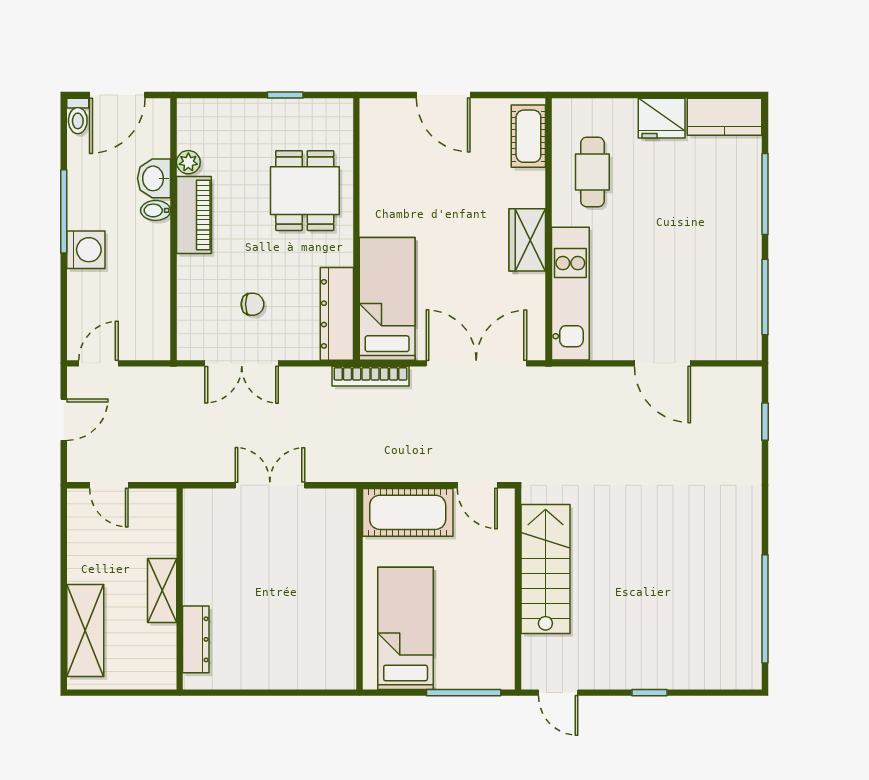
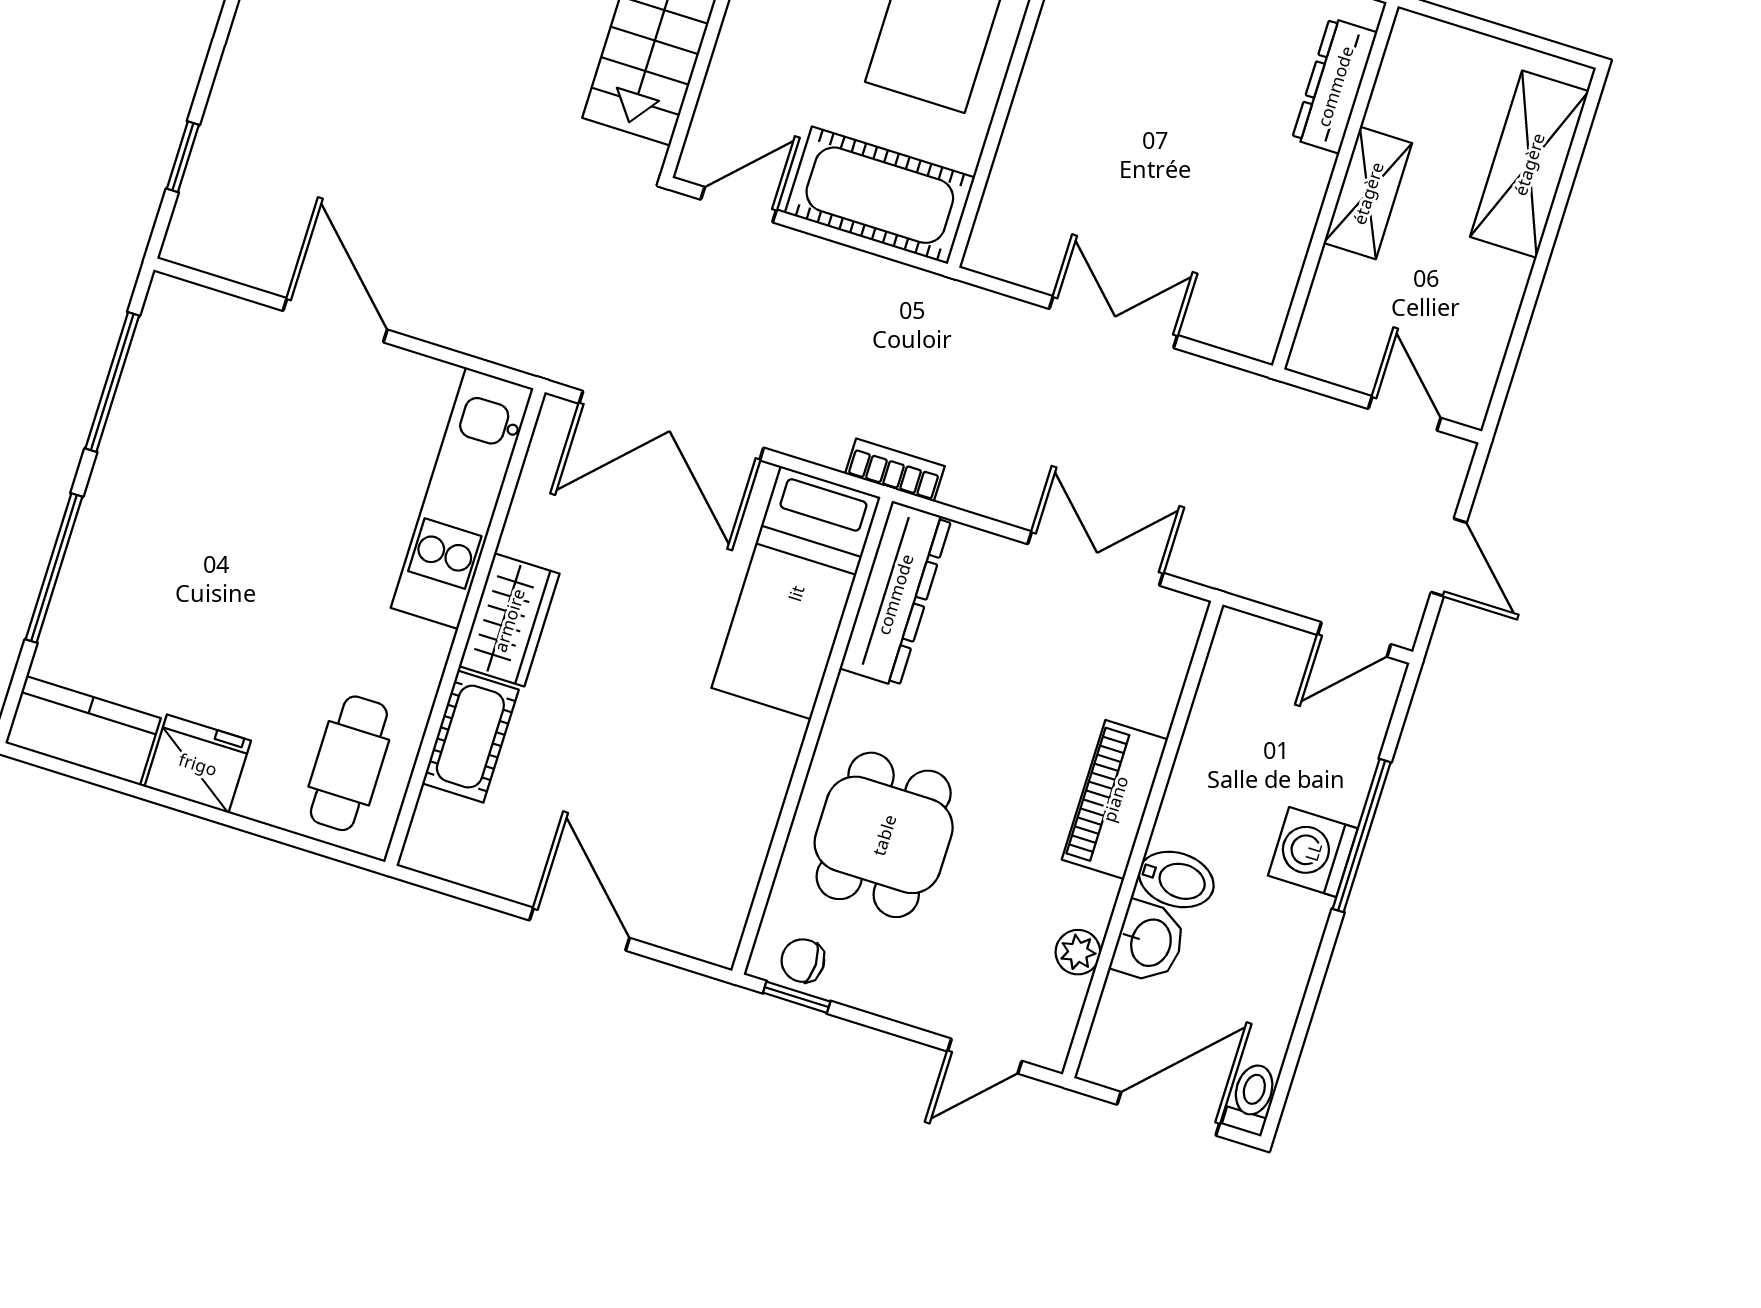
door: (219, 95) -> (985, 1056), added
window: (285, 95) -> (797, 997), moved
cot: (528, 136) -> (470, 737), moved
cafe table: (592, 172) -> (349, 763), moved
bidet: (156, 210) -> (1176, 879), width x1.38, depth x1.36
window: (64, 211) -> (1362, 836), moved
piano: (194, 215) -> (1115, 799), moved
chair: (252, 304) -> (803, 961), moved
bookcase: (370, 376) -> (895, 470), width x0.64
door: (64, 420) -> (1449, 557), swing flipped
double door: (270, 485) -> (1113, 322), swing flipped
door: (477, 485) -> (739, 205), hinge flipped

